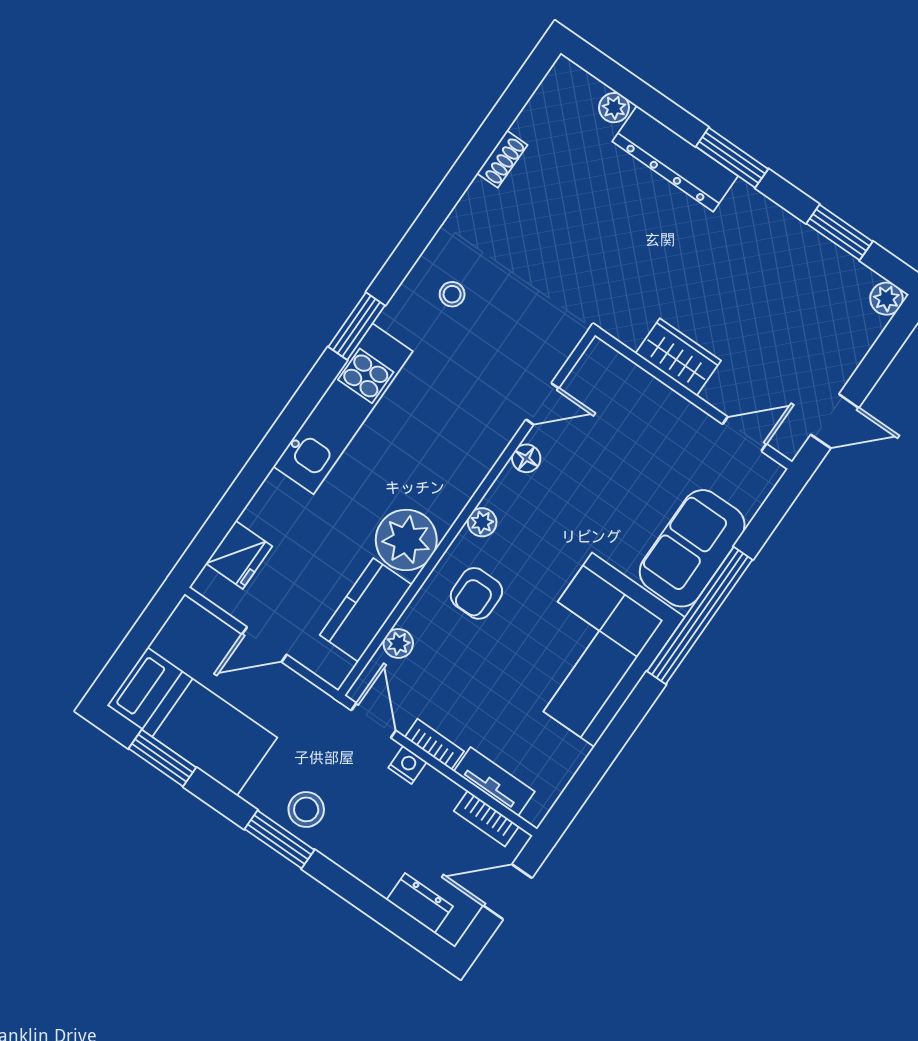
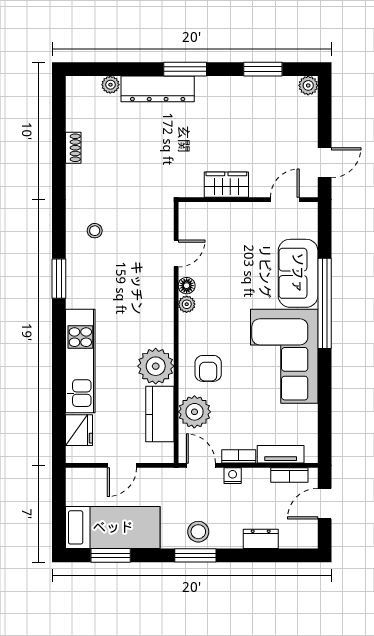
kitchen unit: (343, 409) -> (80, 361), moved
plant: (482, 522) -> (187, 304), moved
plant: (398, 643) -> (194, 412), width x1.88, depth x1.88
dresser: (420, 903) -> (261, 539), moved

